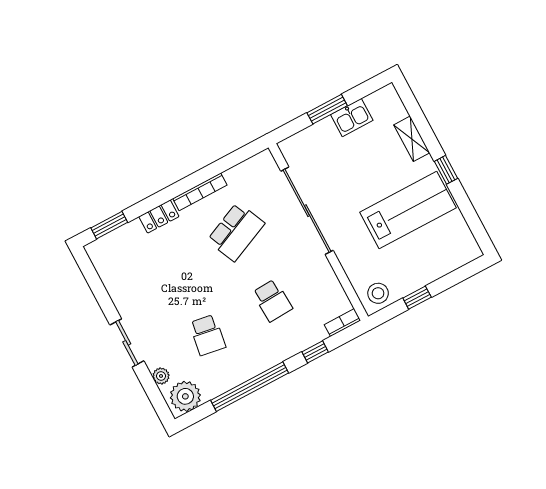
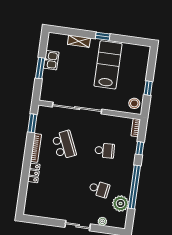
window: (109, 225) -> (32, 123), moved
plant: (185, 396) -> (120, 204), moved

